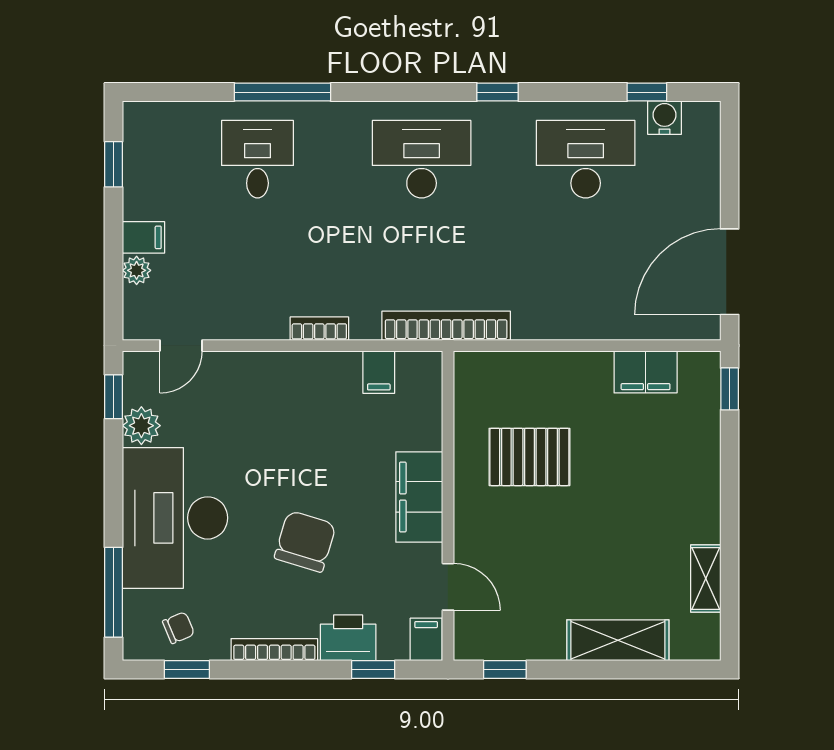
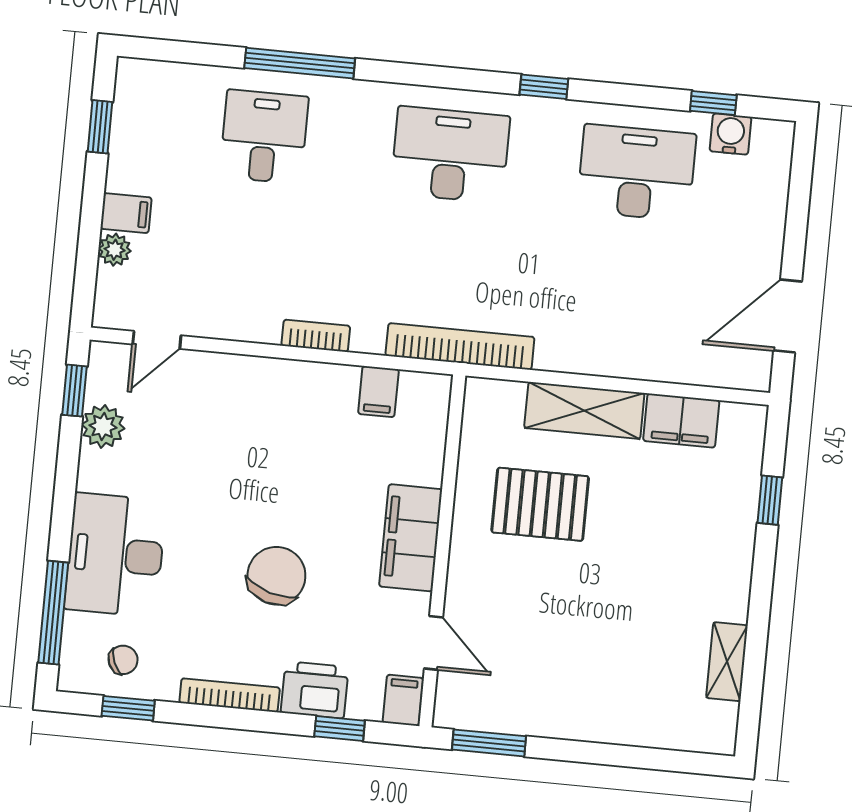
door: (730, 272) -> (788, 316), width x0.73
window: (730, 389) -> (770, 500), moved
desk: (175, 518) -> (115, 555), width x0.73, depth x0.77
shelving: (618, 640) -> (584, 411), moved
window: (505, 670) -> (489, 743), width x1.50

